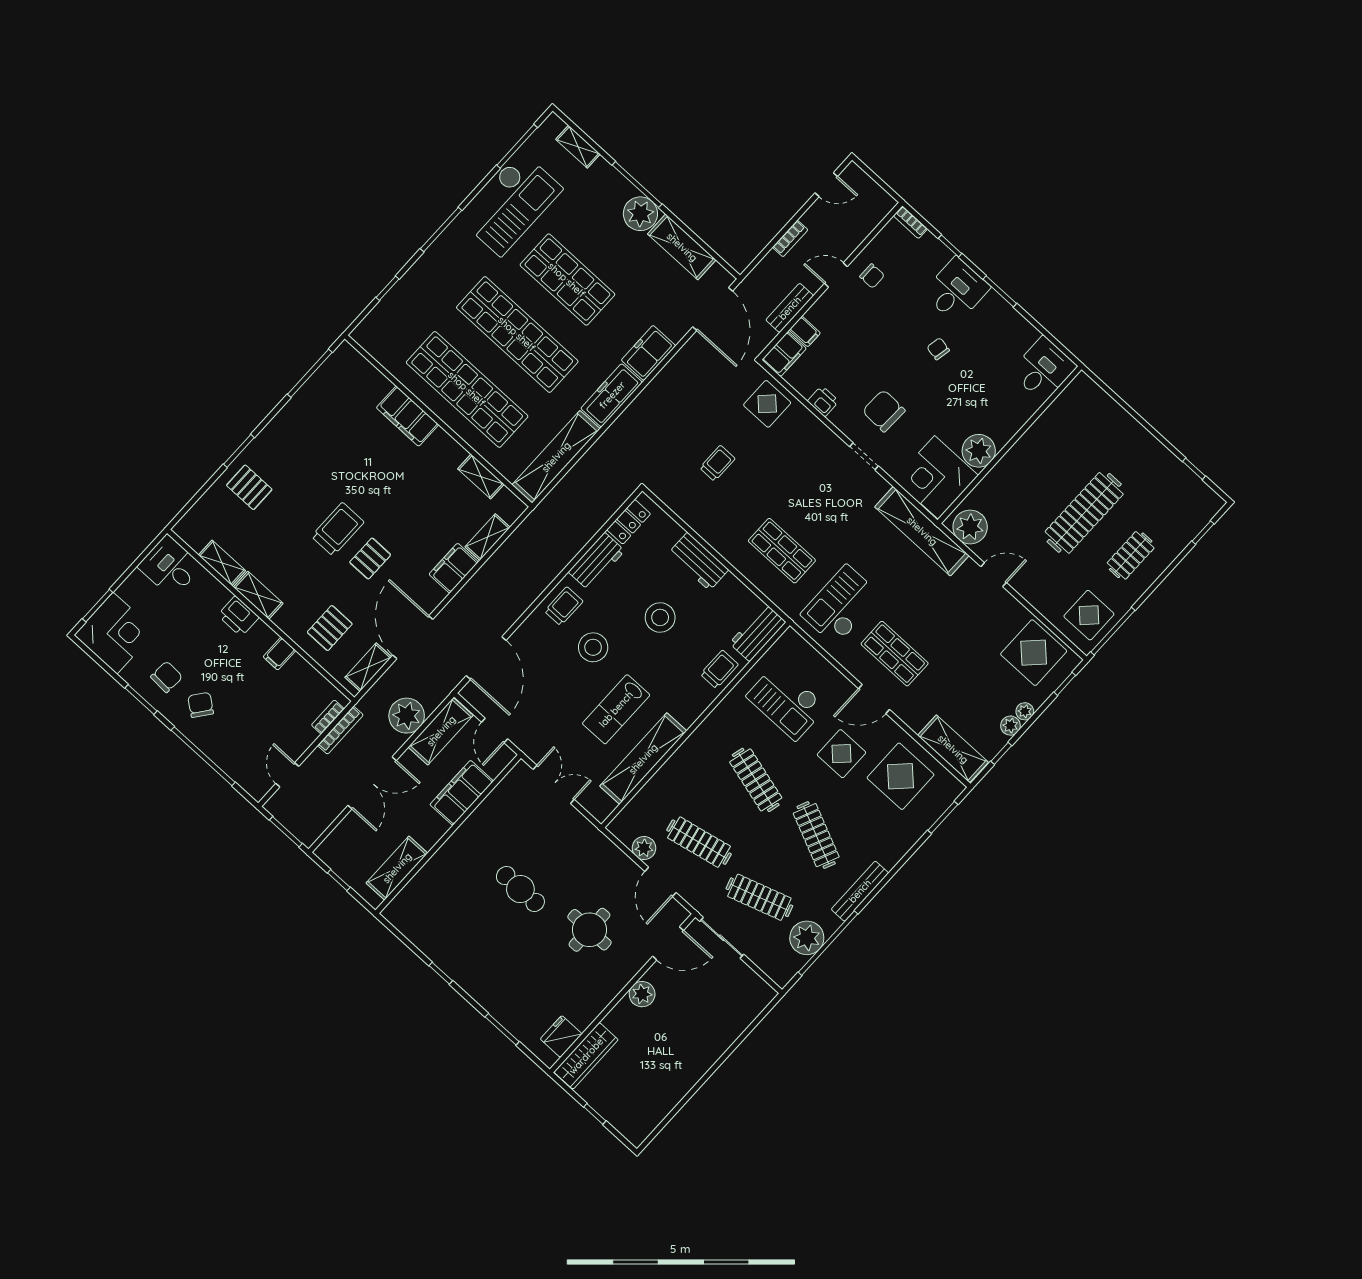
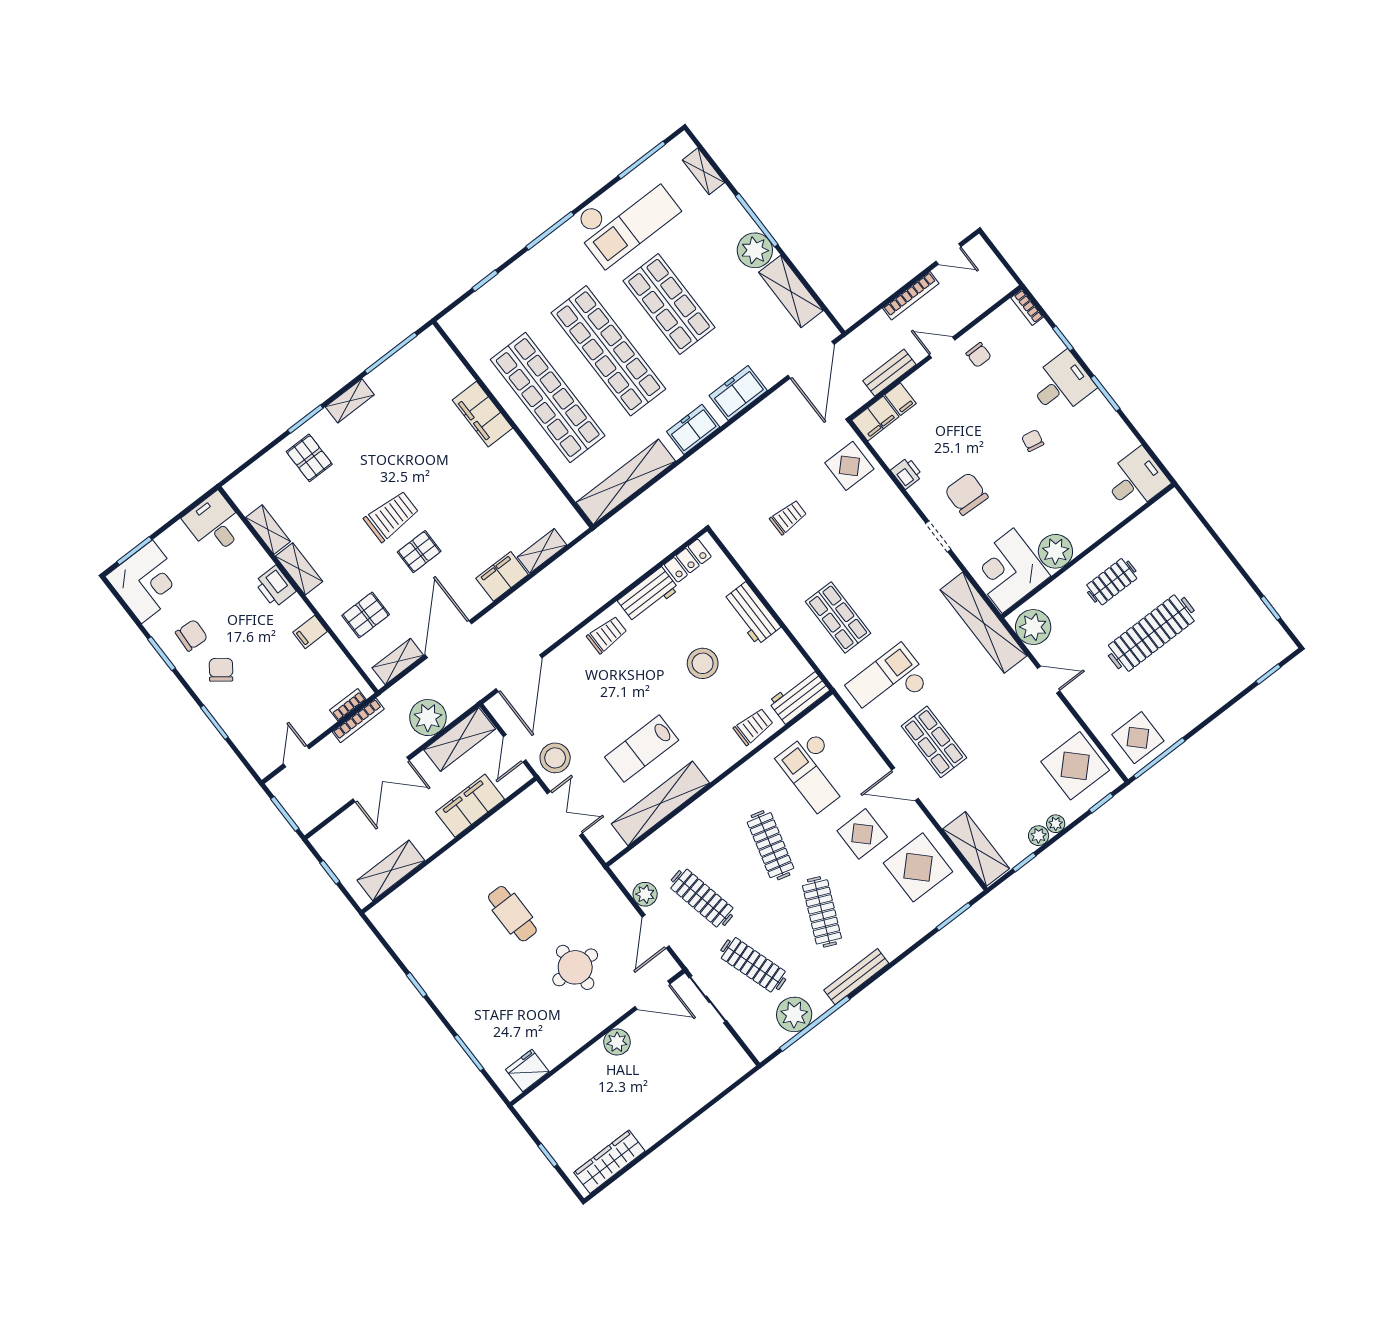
bookcase: (790, 239) -> (911, 296), width x1.56
freezer: (612, 395) -> (693, 429), width x0.71
shelving: (481, 477) -> (350, 401), moved, turned 90
clothes rail: (1131, 555) -> (1112, 582), moved
stool: (593, 647) -> (555, 758), moved
window: (203, 756) -> (214, 722), width x0.47
wardrobe: (586, 1056) -> (609, 1162), moved, turned 180

